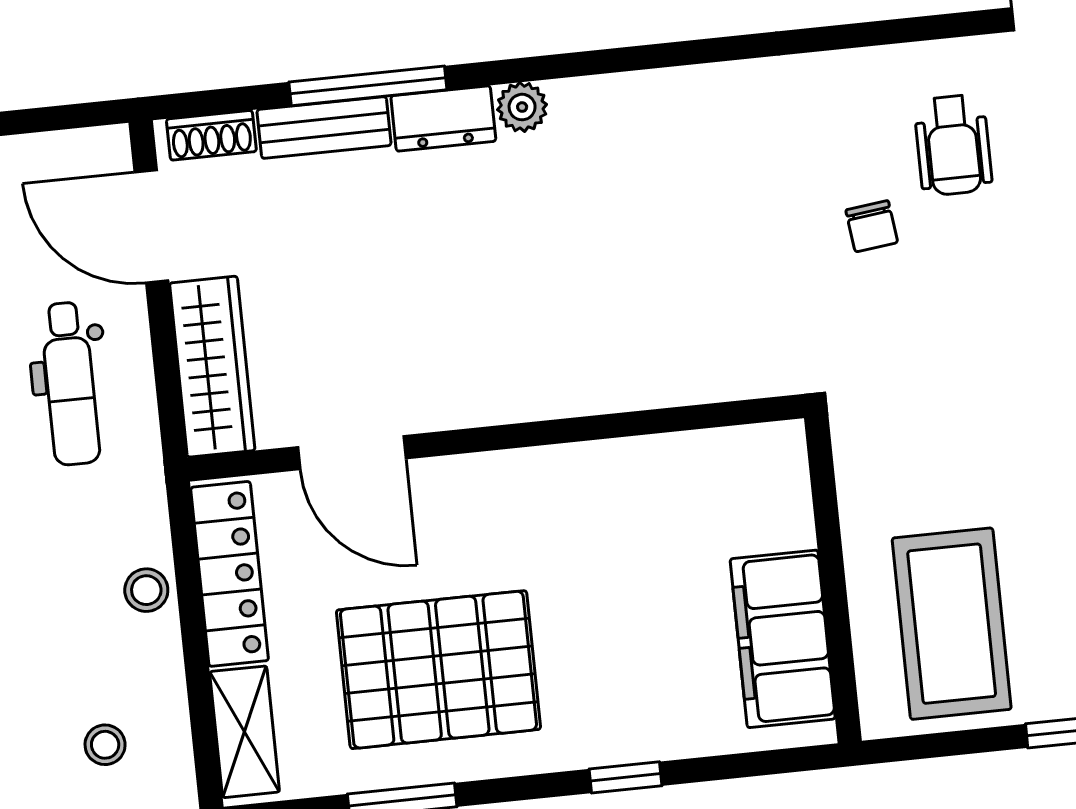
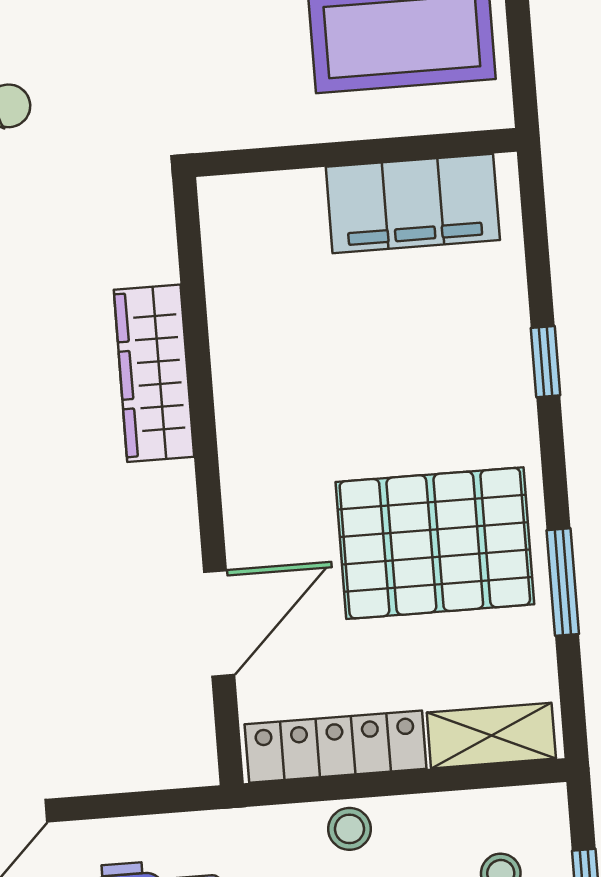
wardrobe: (212, 367) -> (154, 373), moved, turned -90
pallet: (438, 670) -> (435, 543), turned 90

